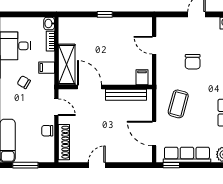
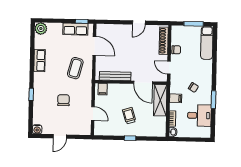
trolley: (107, 44) -> (129, 116), added
row of seats: (187, 155) -> (75, 29), width x0.68

